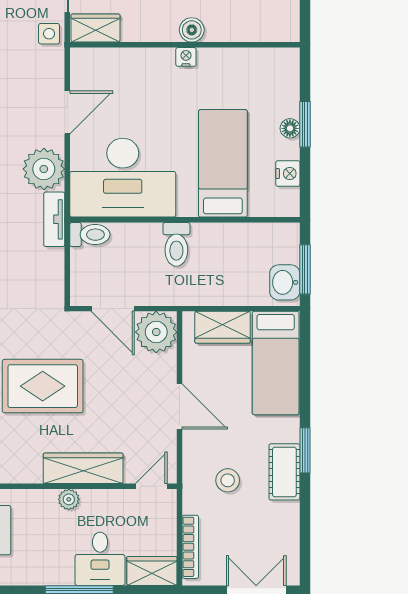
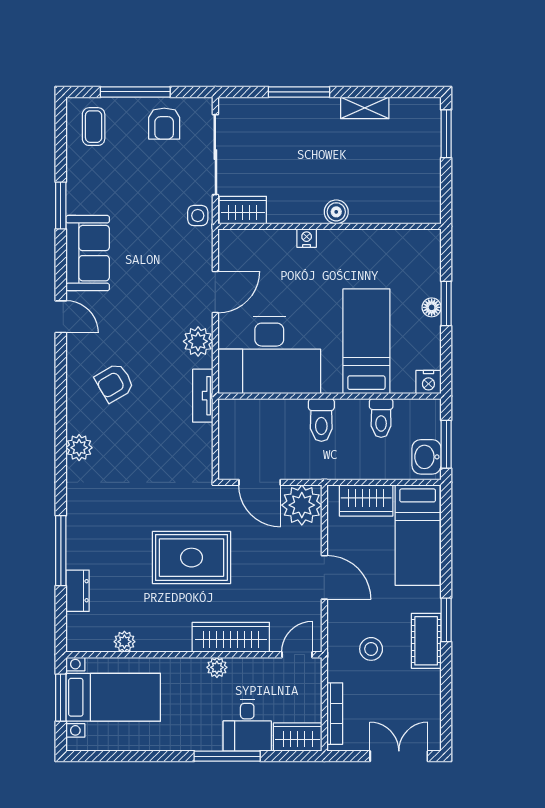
nightstand: (186, 57) -> (307, 238), moved
plant: (44, 169) -> (198, 341), width x0.73, depth x0.73
nightstand: (288, 174) -> (428, 382), moved, turned 90
toilet: (90, 235) -> (381, 418), moved, turned 90

